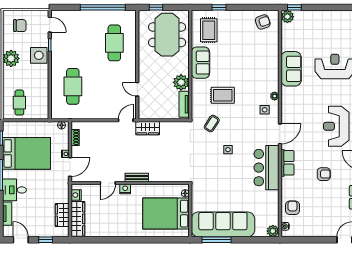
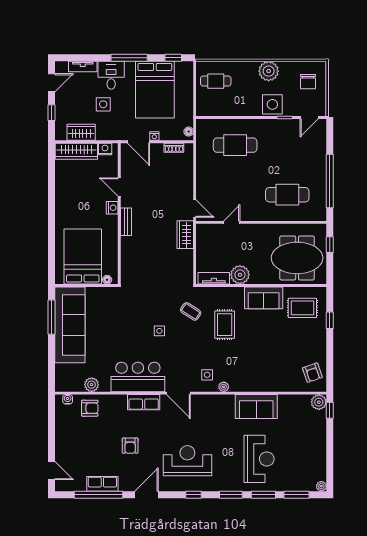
side table: (39, 197) -> (103, 104), added
plant: (273, 231) -> (92, 385), moved

